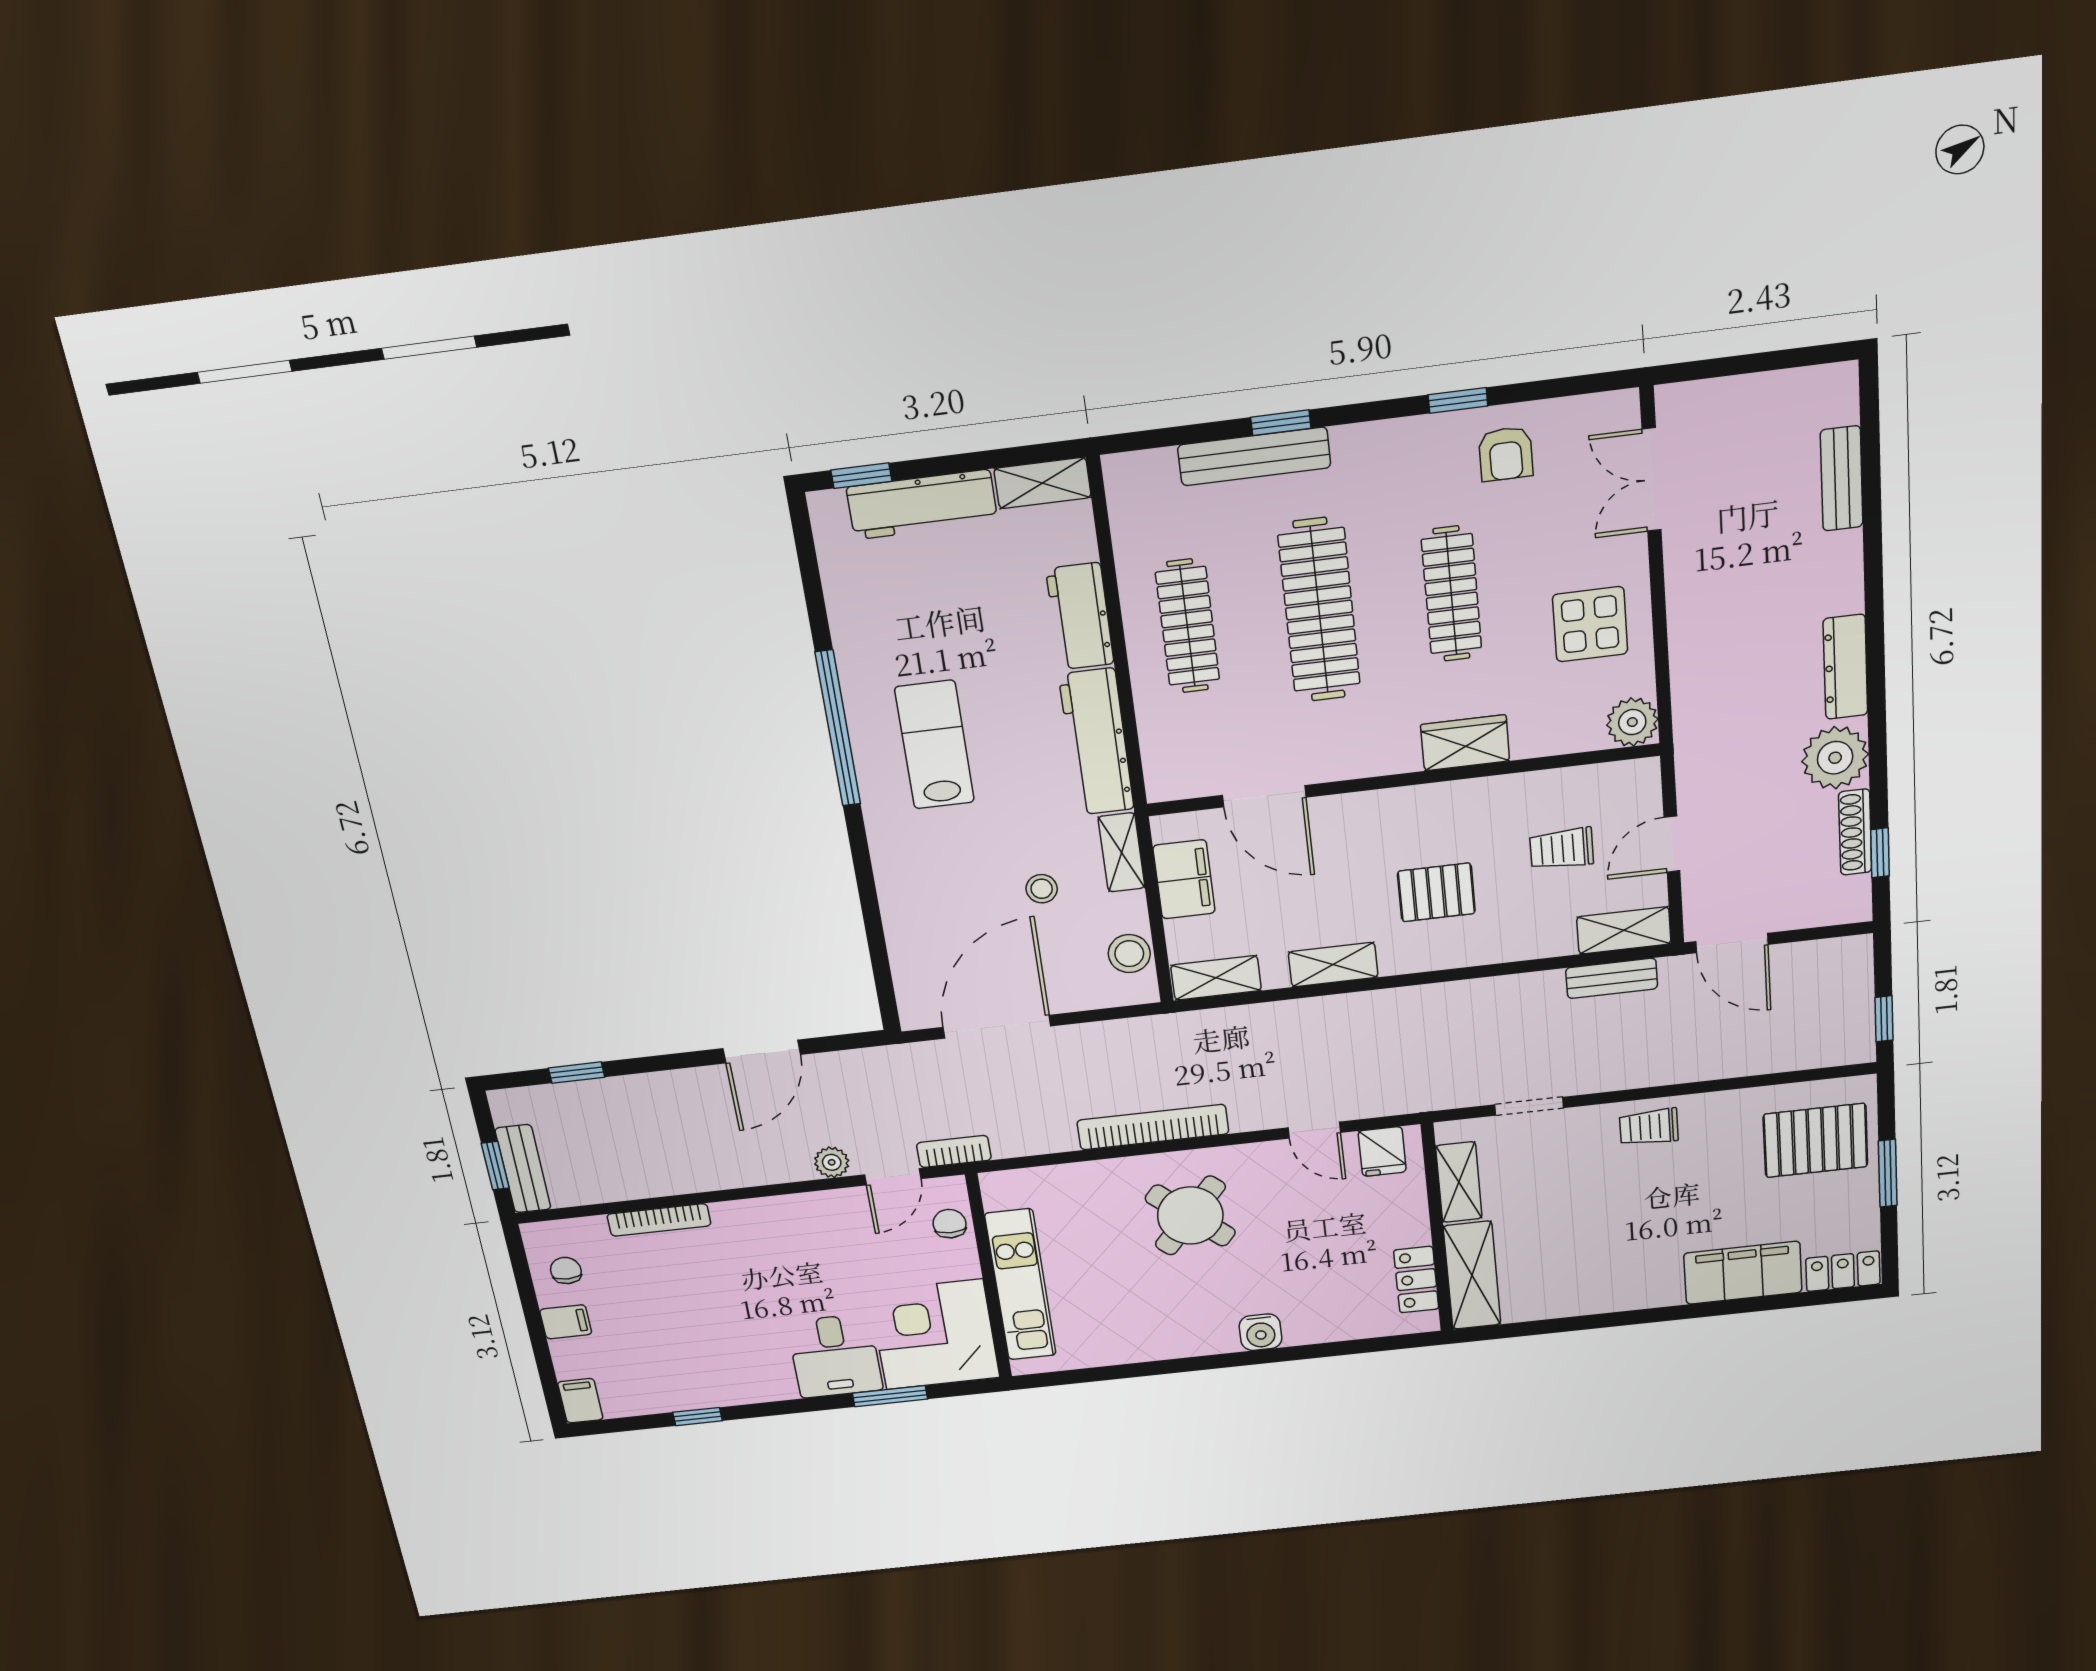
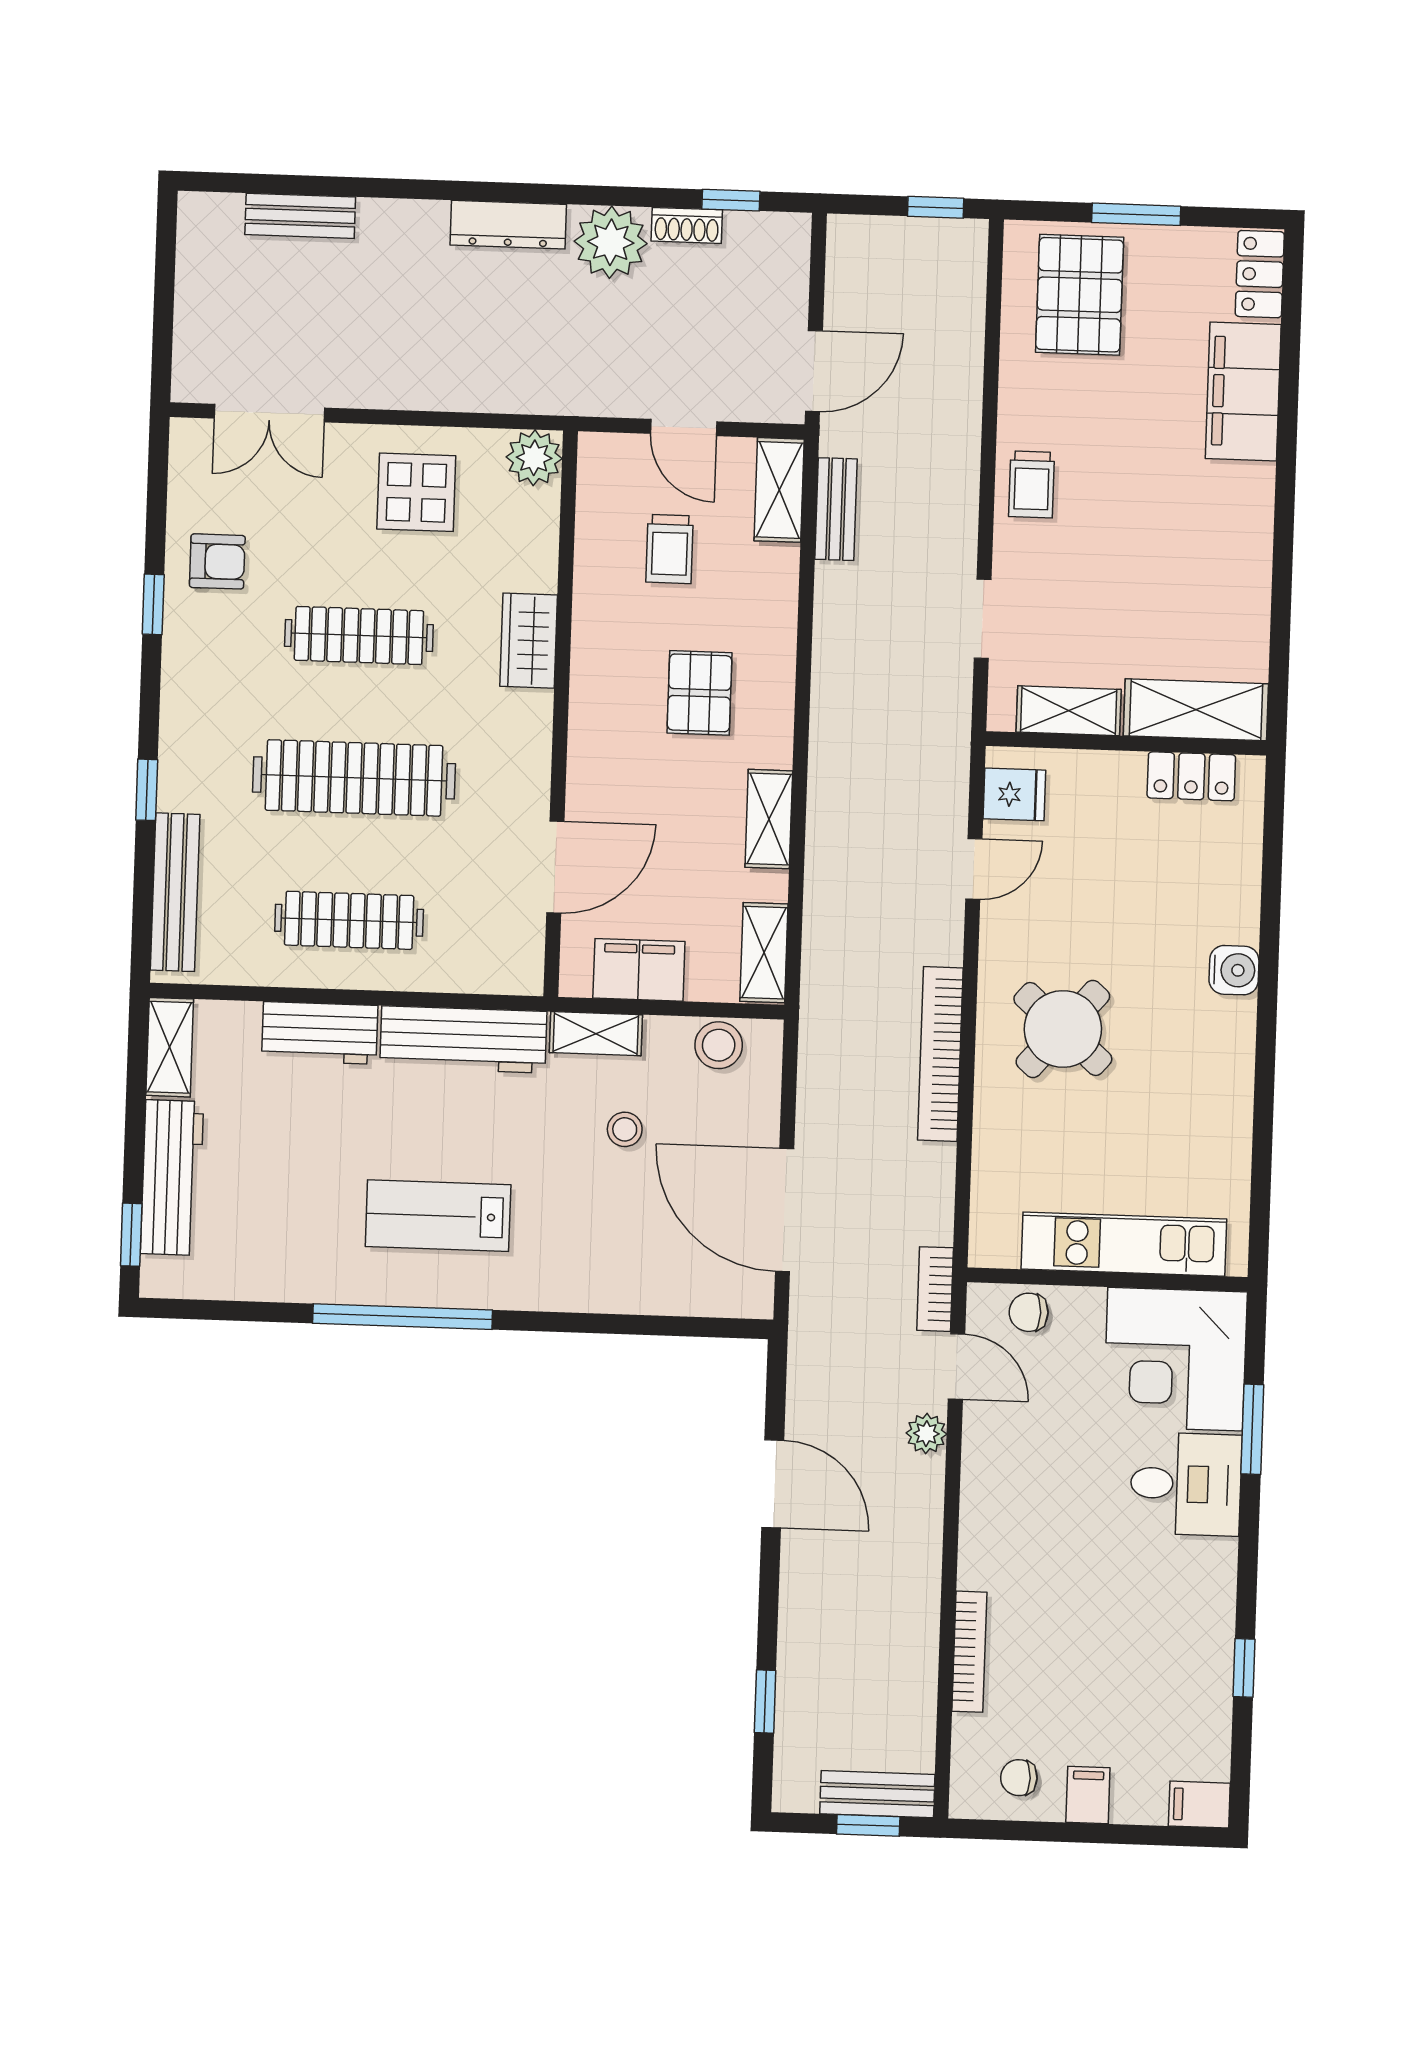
bench: (1254, 456) -> (175, 892), moved
shoe rack: (1855, 832) -> (687, 225), width x0.70

